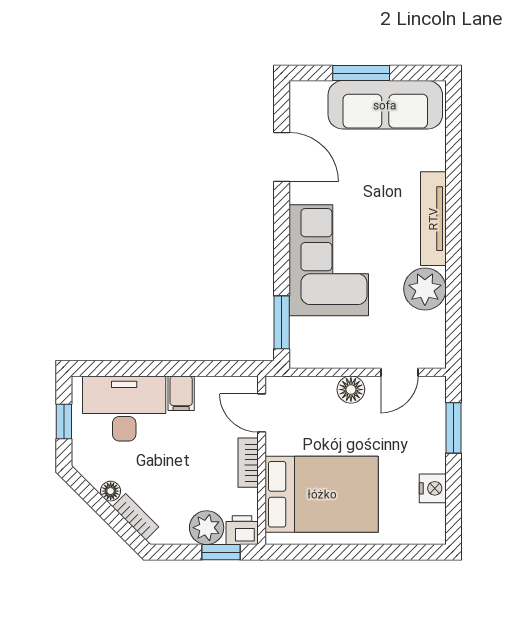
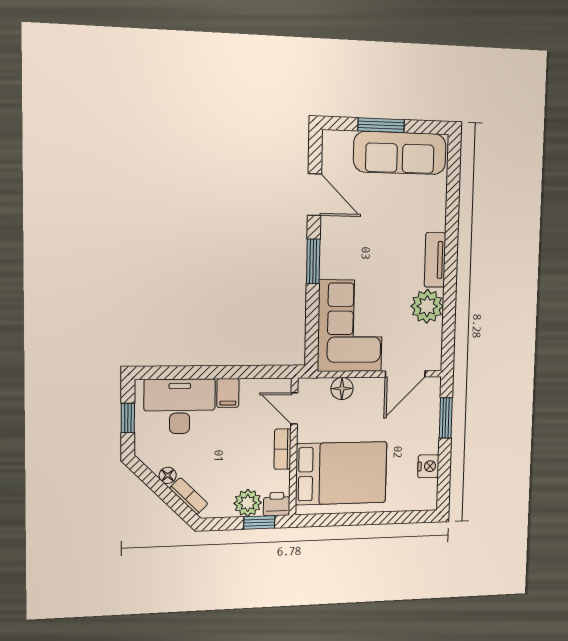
tv unit: (433, 219) -> (435, 260), width x0.71
corner sofa: (329, 260) -> (350, 326), moved
window: (282, 322) -> (313, 261), moved
door: (399, 372) -> (405, 374), width x1.37
floor lamp: (351, 390) -> (342, 389), moved

